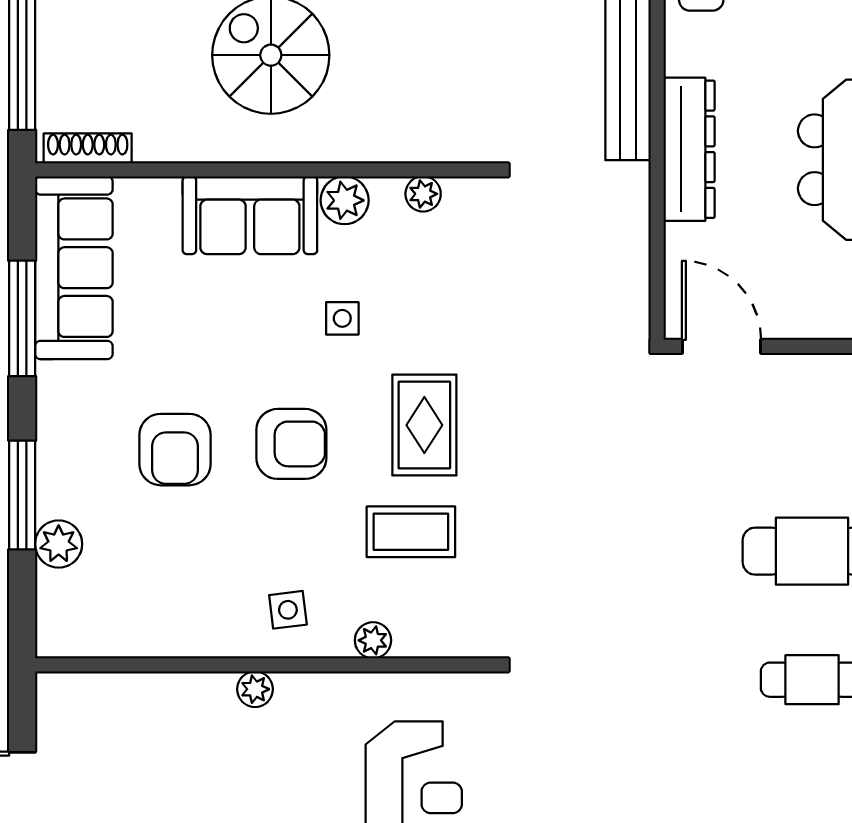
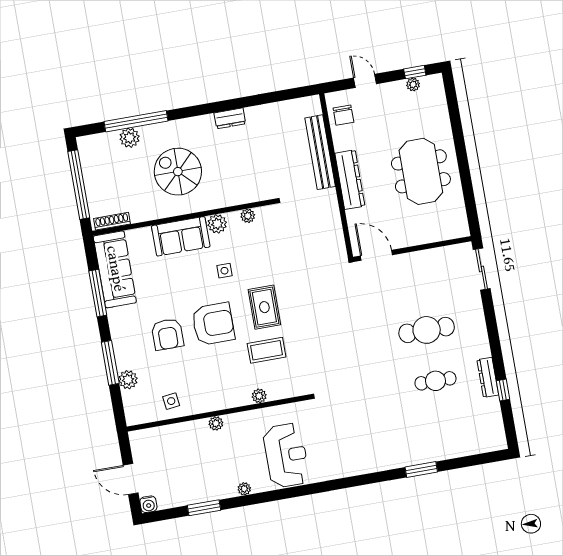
armchair: (291, 444) -> (213, 324), width x1.36, depth x1.36
side table: (288, 610) -> (171, 401), moved

